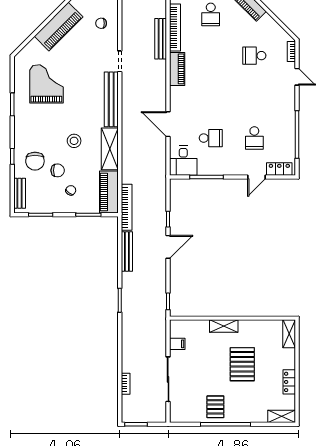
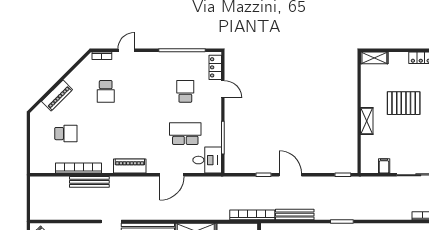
piano: (177, 69) -> (130, 166), moved
school desk: (211, 138) -> (185, 134), width x1.85
school desk: (254, 138) -> (185, 91), turned -90

